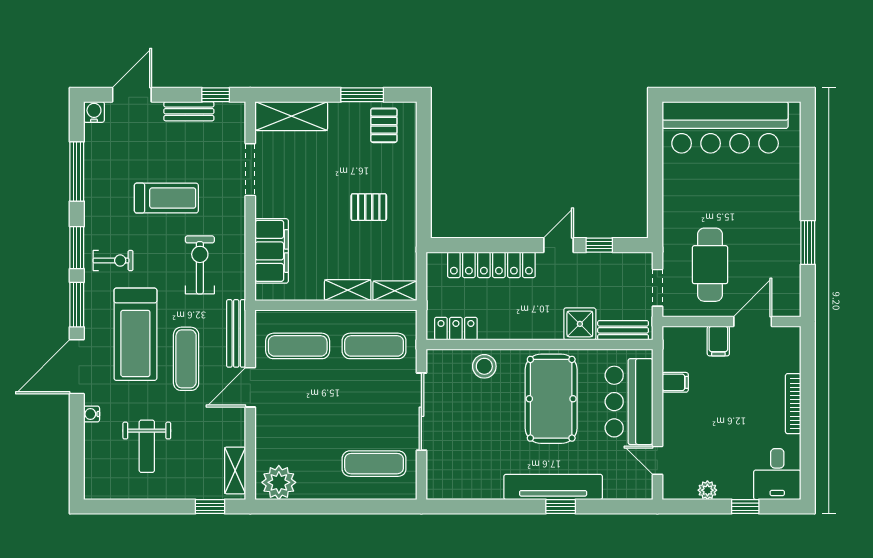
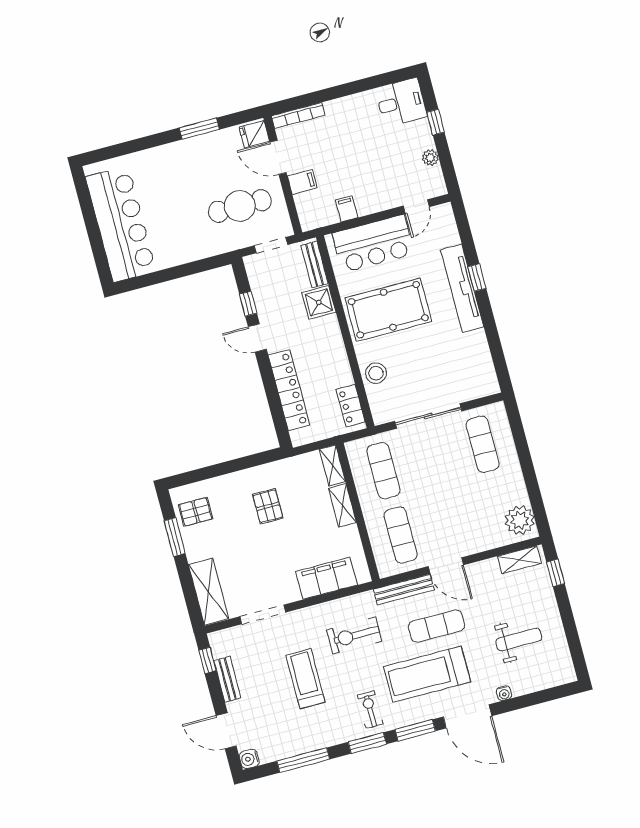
fridge: (785, 302) -> (254, 134), added
treadmill: (135, 334) -> (427, 674), turned 180
bookcase: (793, 404) -> (298, 115), moved

